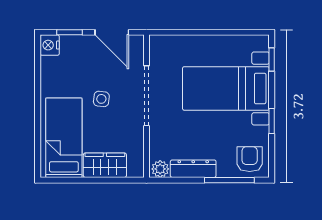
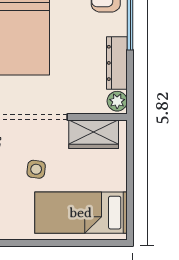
wardrobe: (105, 165) -> (94, 134), moved, turned -90

